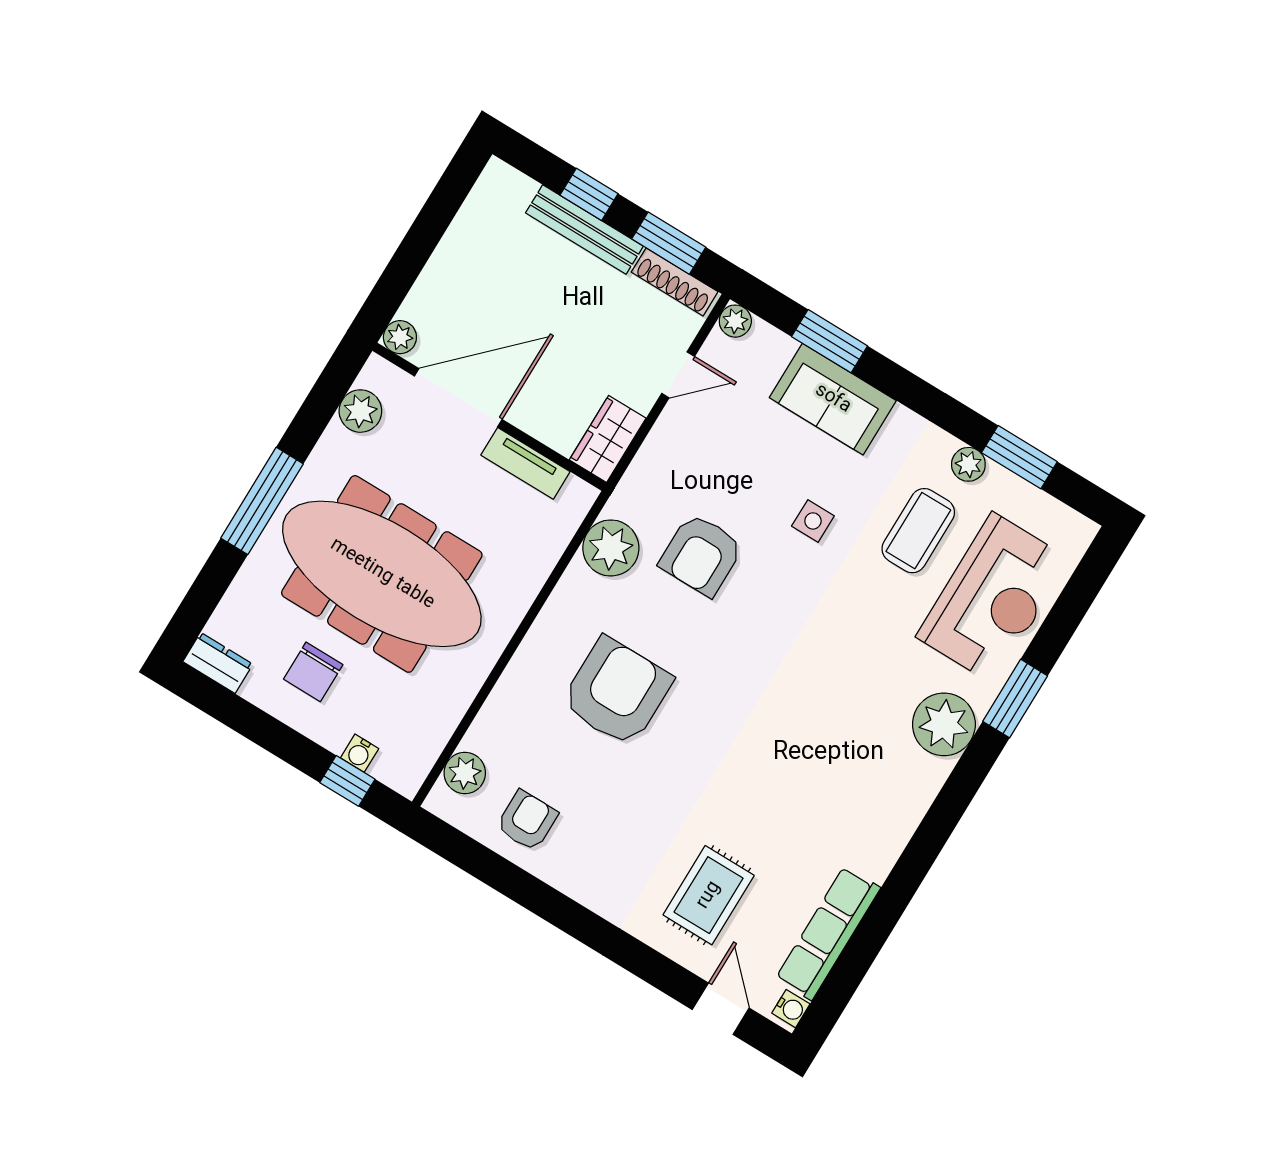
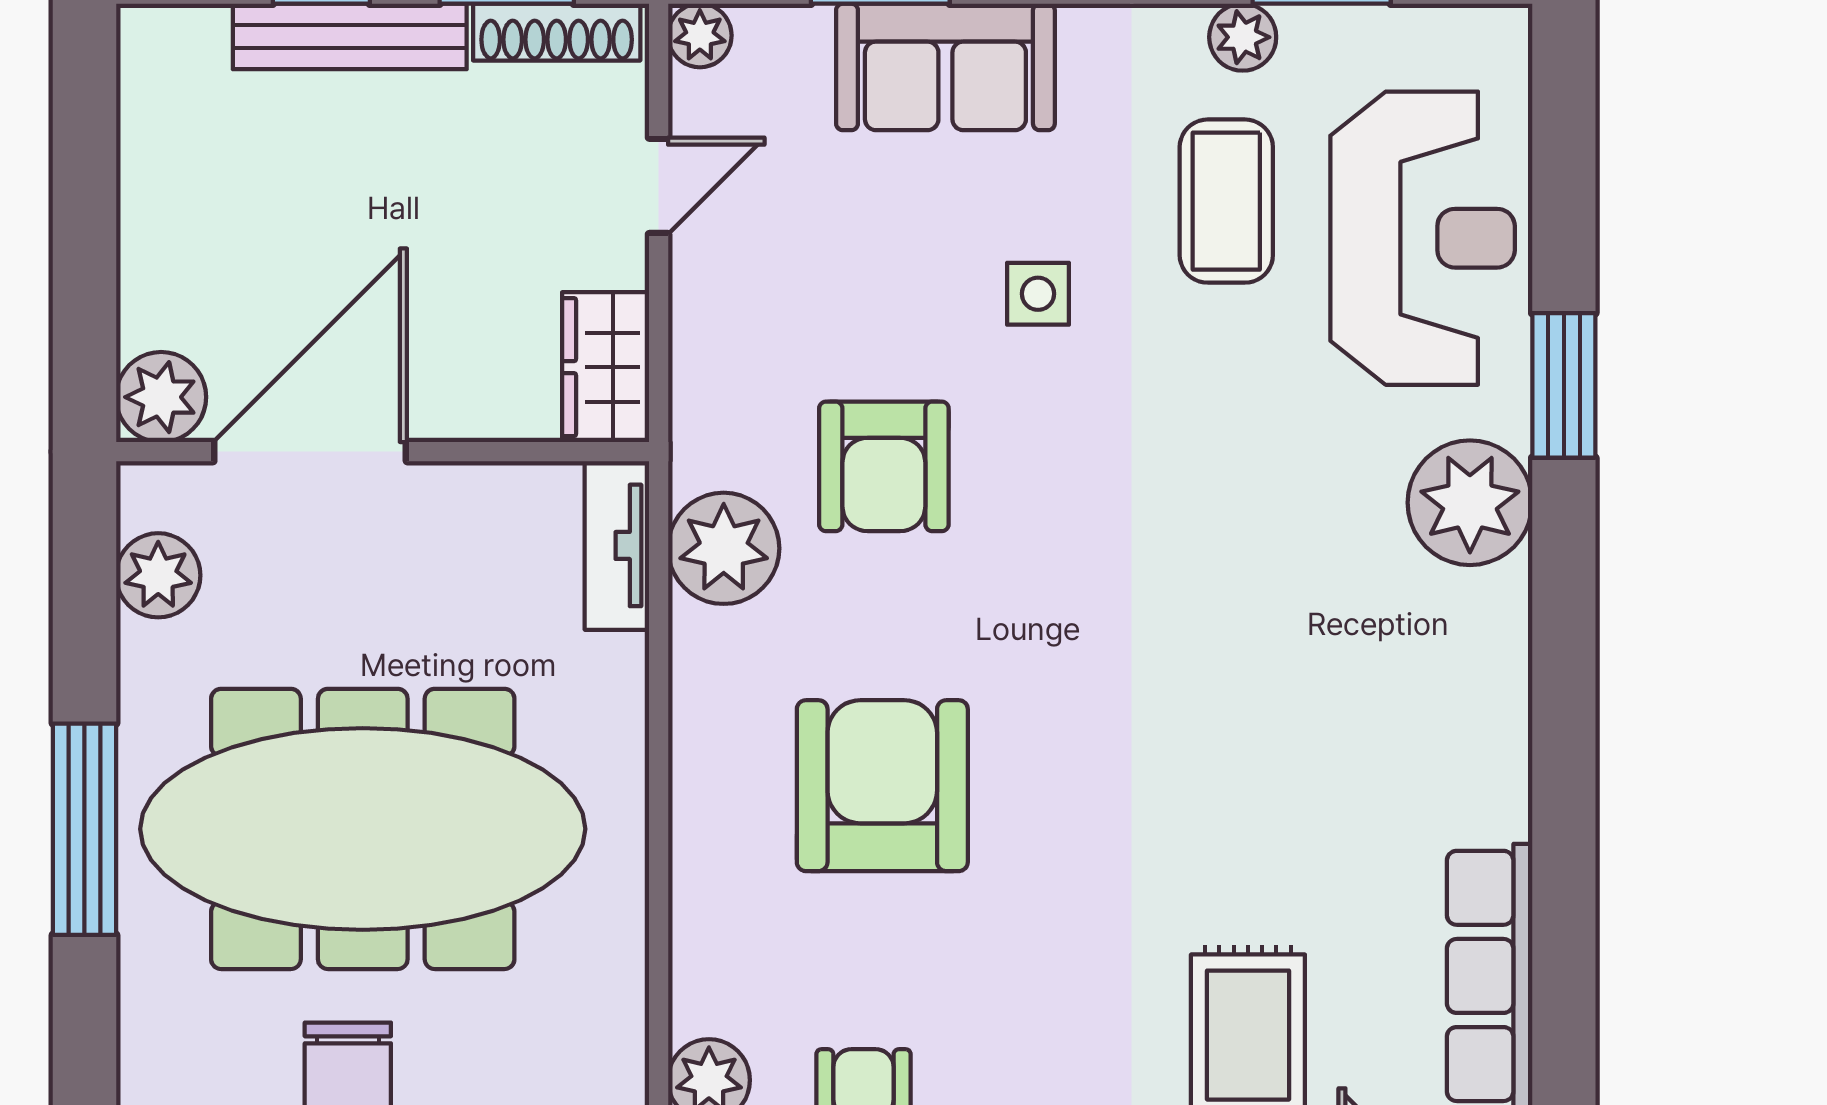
plant: (400, 337) -> (161, 397), width x1.38, depth x1.38
tv unit: (525, 463) -> (617, 545), moved, turned 90

